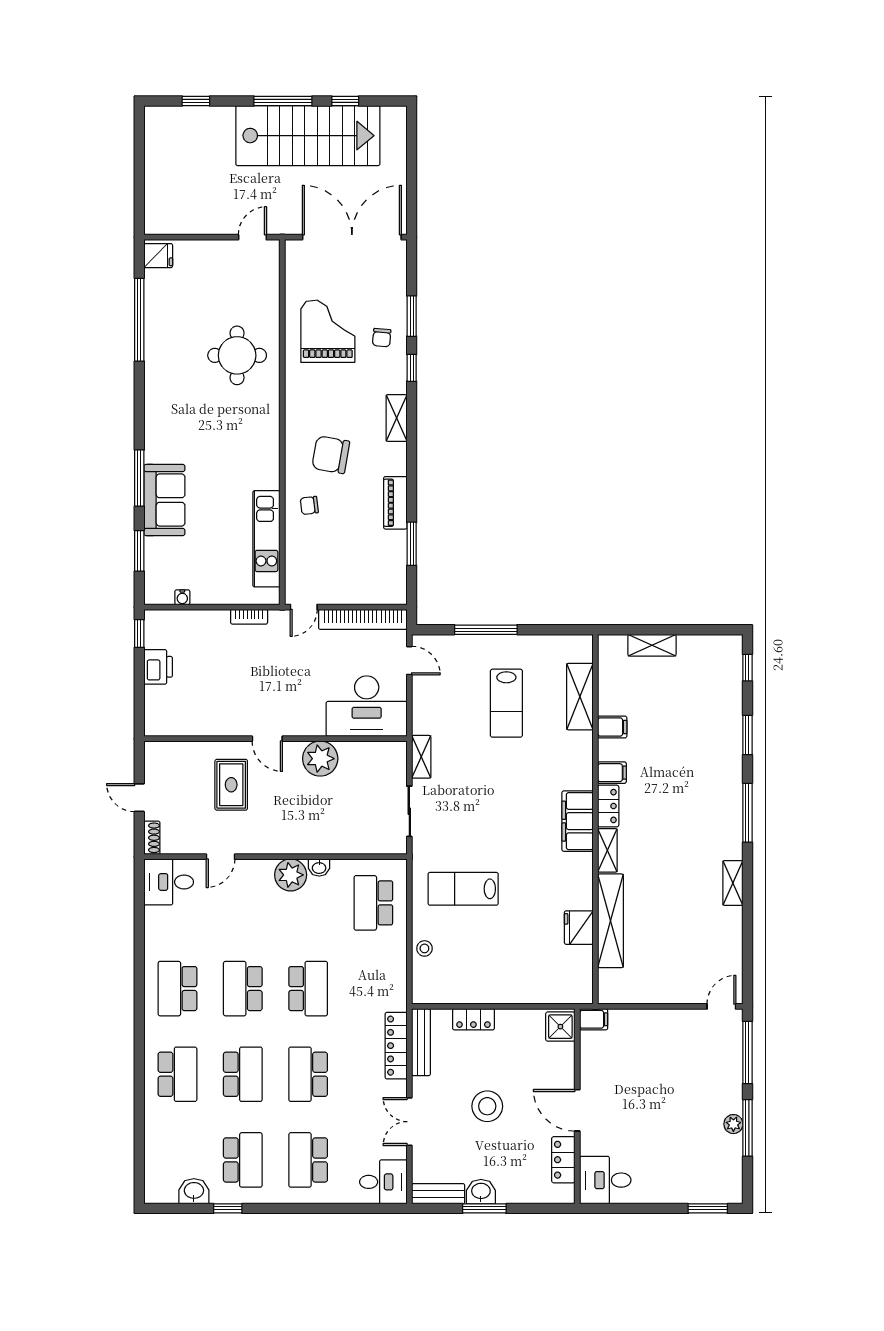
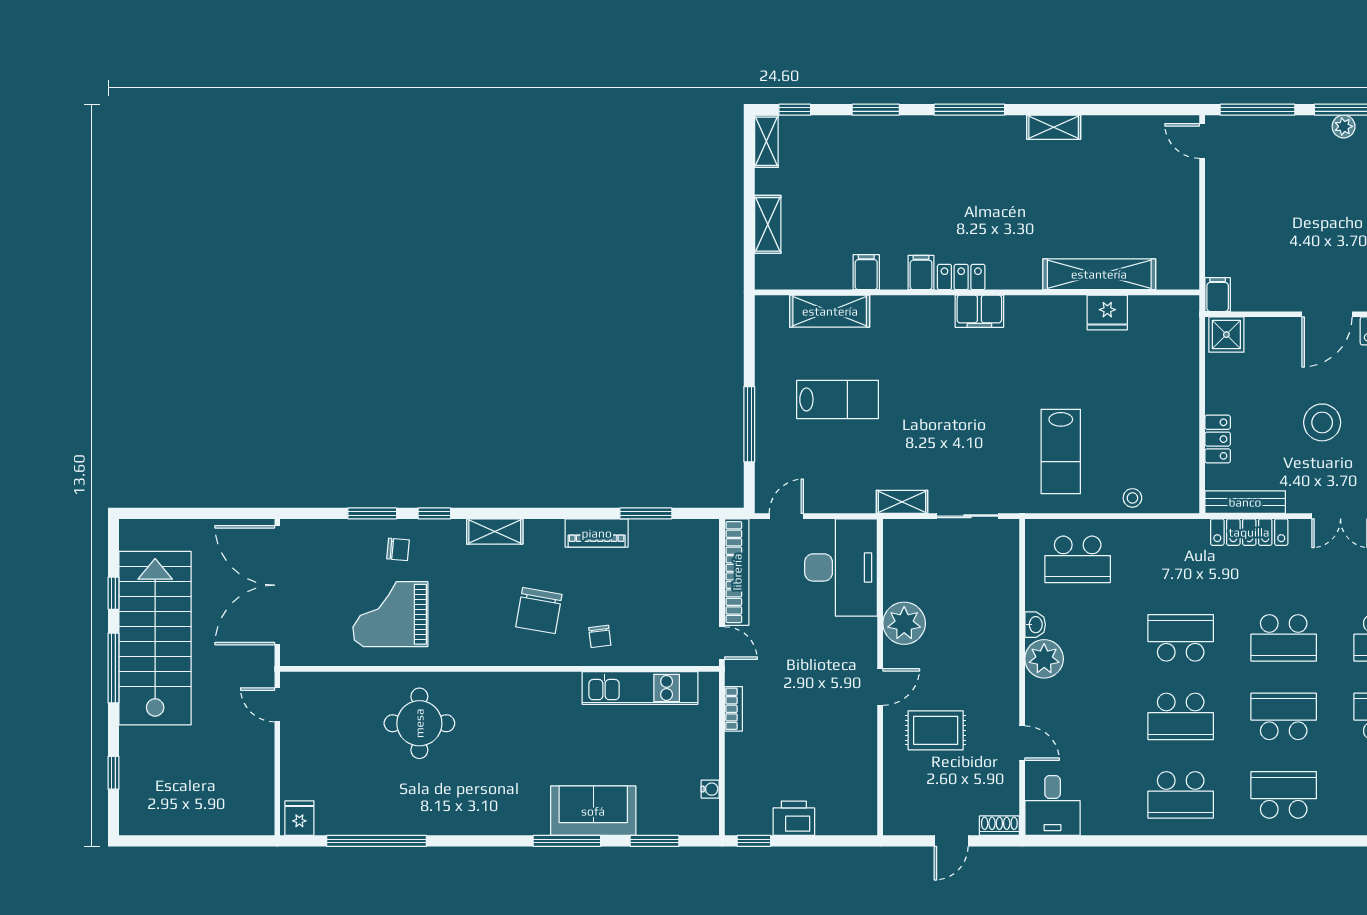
filing cabinet: (578, 821) -> (979, 311), width x0.67, depth x0.86
shelving: (607, 850) -> (766, 141), moved, turned 90

